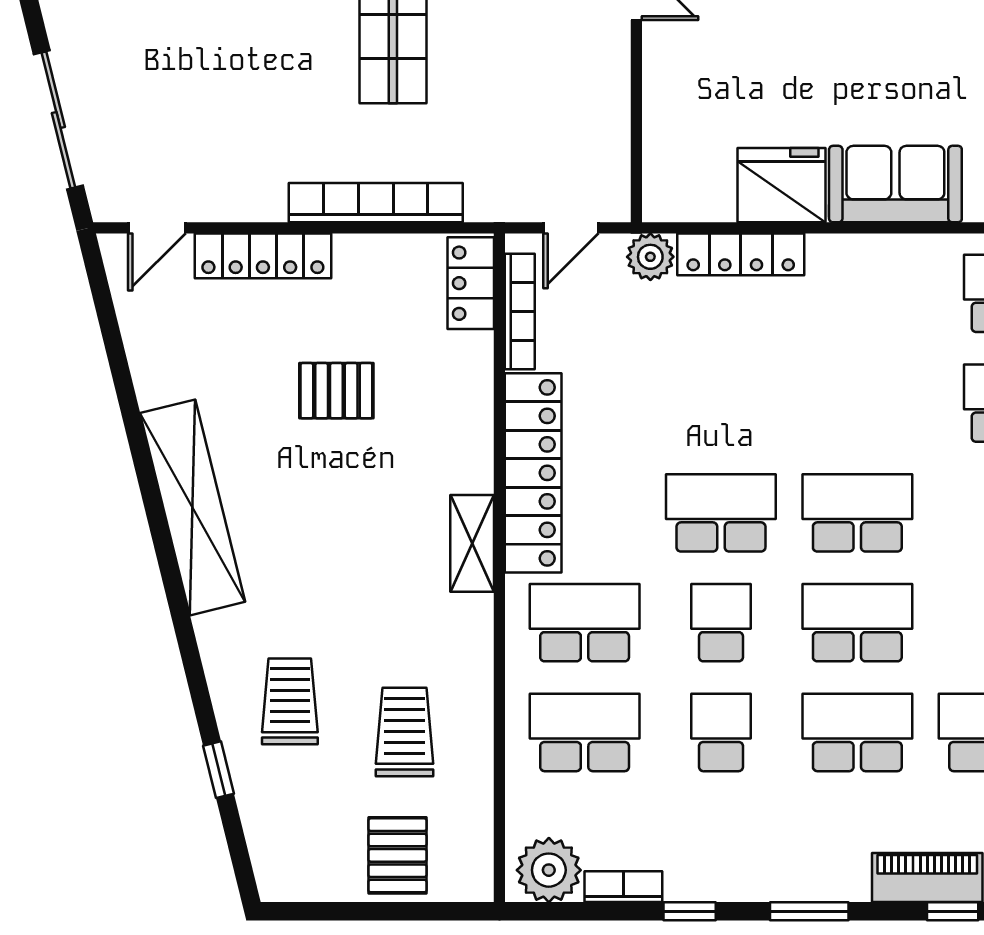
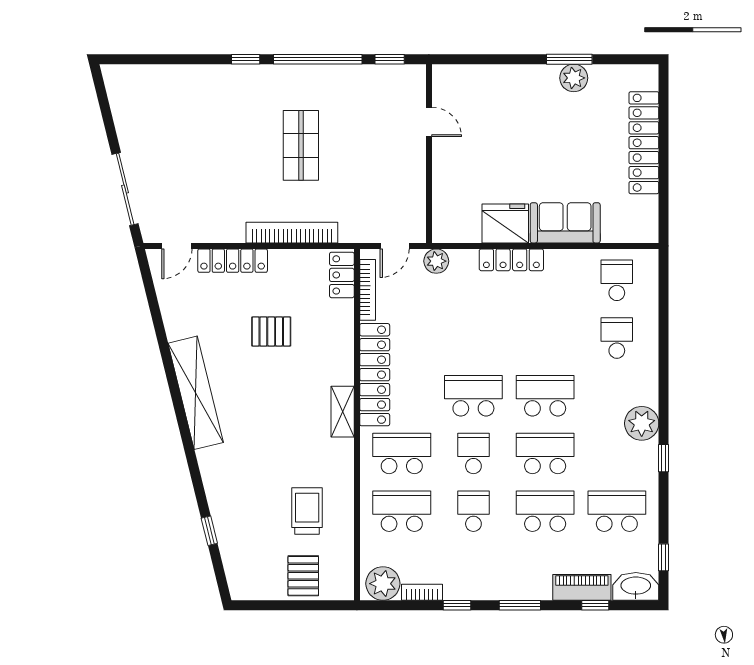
locker: (741, 254) -> (511, 260), moved
trolley: (290, 701) -> (247, 495), removed

